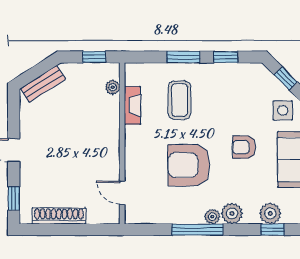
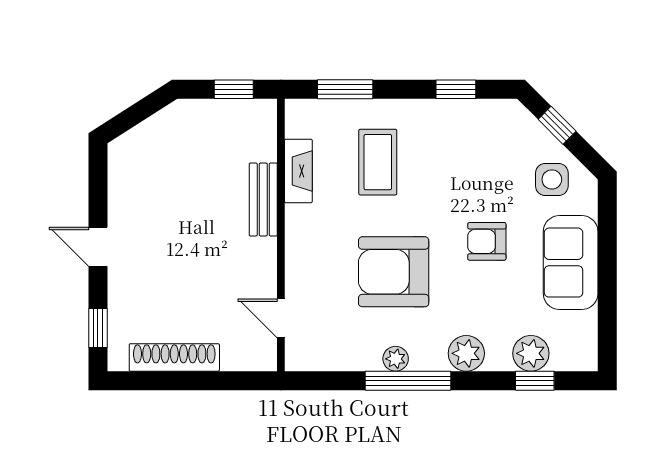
window: (183, 57) -> (345, 89), moved
bench: (43, 84) -> (263, 199), moved, turned -57
plant: (113, 87) -> (265, 140), removed
plant: (212, 217) -> (396, 359), moved

